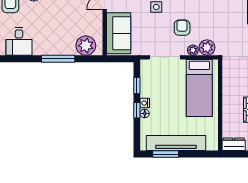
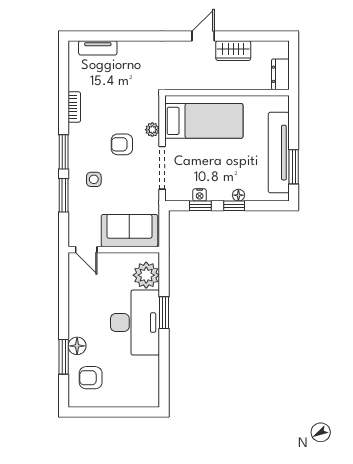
desk: (19, 41) -> (135, 323), moved, width x1.87, depth x1.30
plant: (207, 48) -> (149, 110), removed
window: (58, 59) -> (164, 313), width x0.69
nightstand: (145, 103) -> (200, 195), moved

